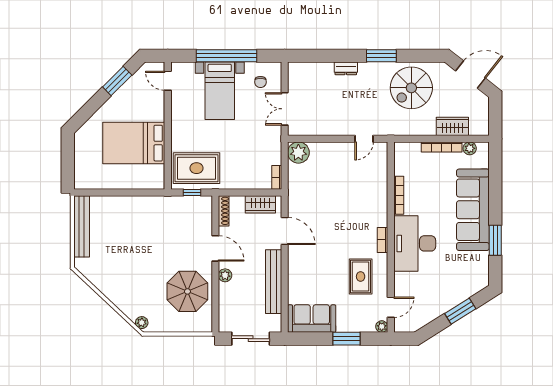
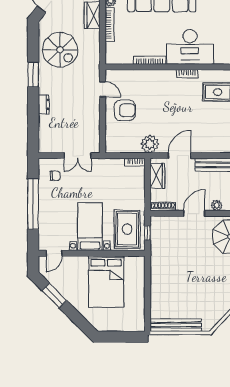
bed with nightstands: (220, 91) -> (90, 227), moved, turned -90
plant: (298, 153) -> (150, 144), moved
armchair: (339, 165) -> (125, 110), added

